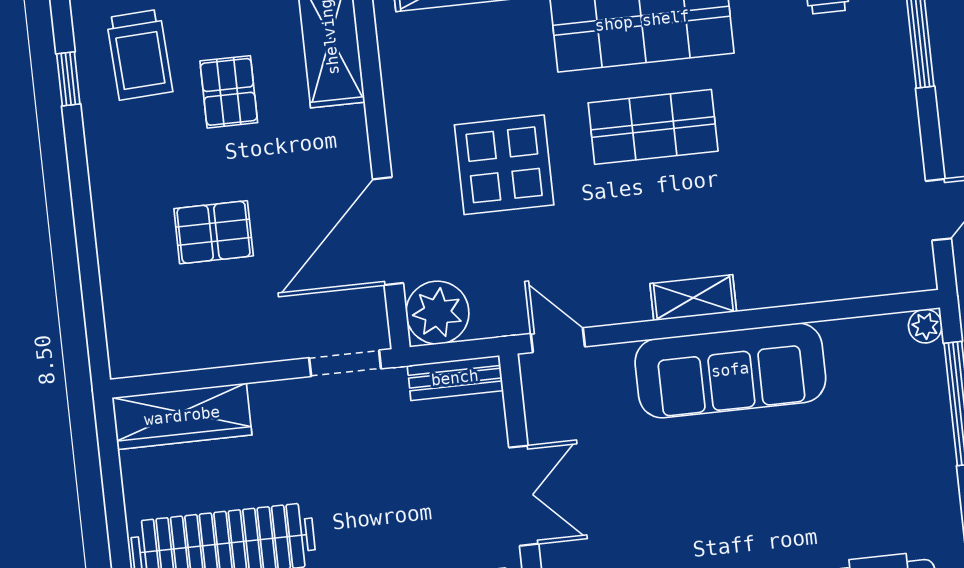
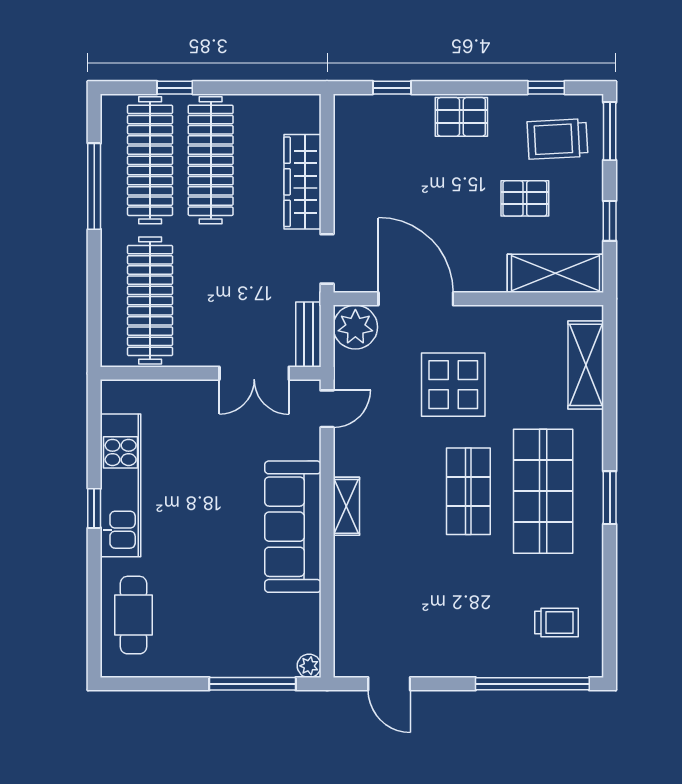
pallet: (214, 232) -> (461, 117), moved, turned 90
window: (92, 297) -> (392, 88), added
wardrobe: (182, 416) -> (303, 182), moved
double door: (524, 496) -> (254, 373), moved

